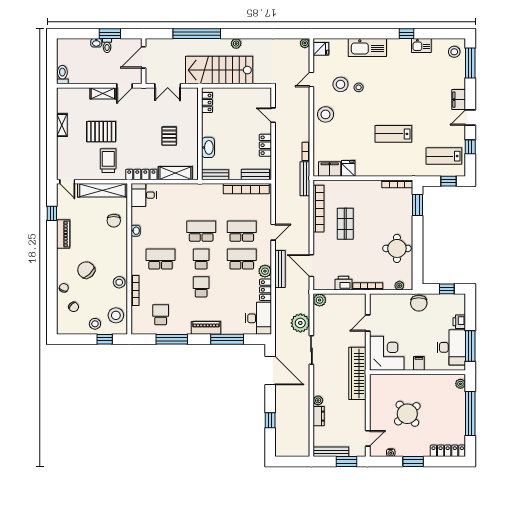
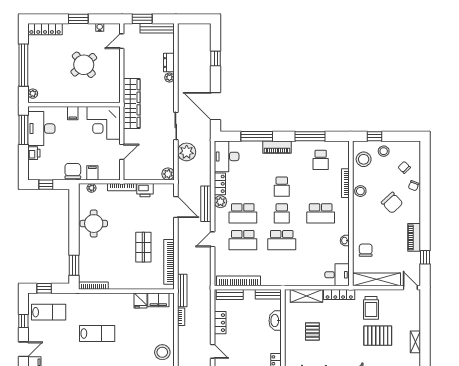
filing cabinet: (398, 301) -> (92, 173), added

